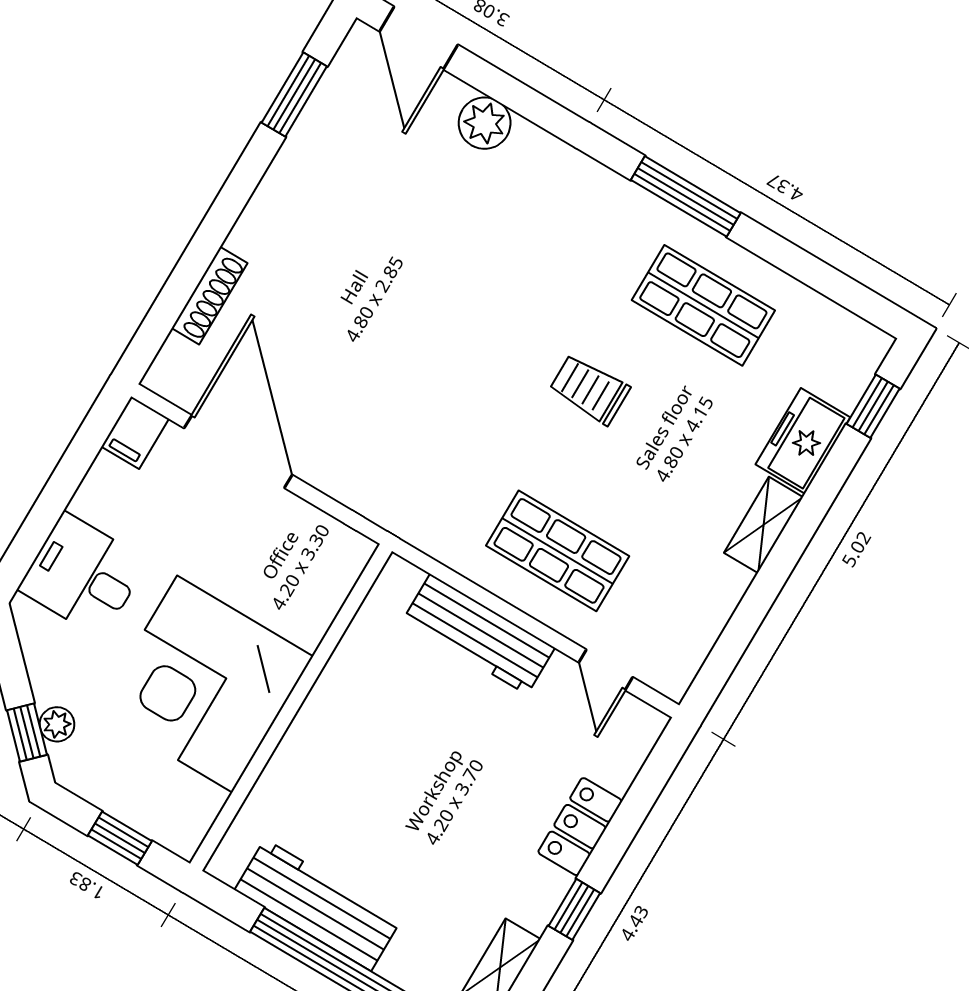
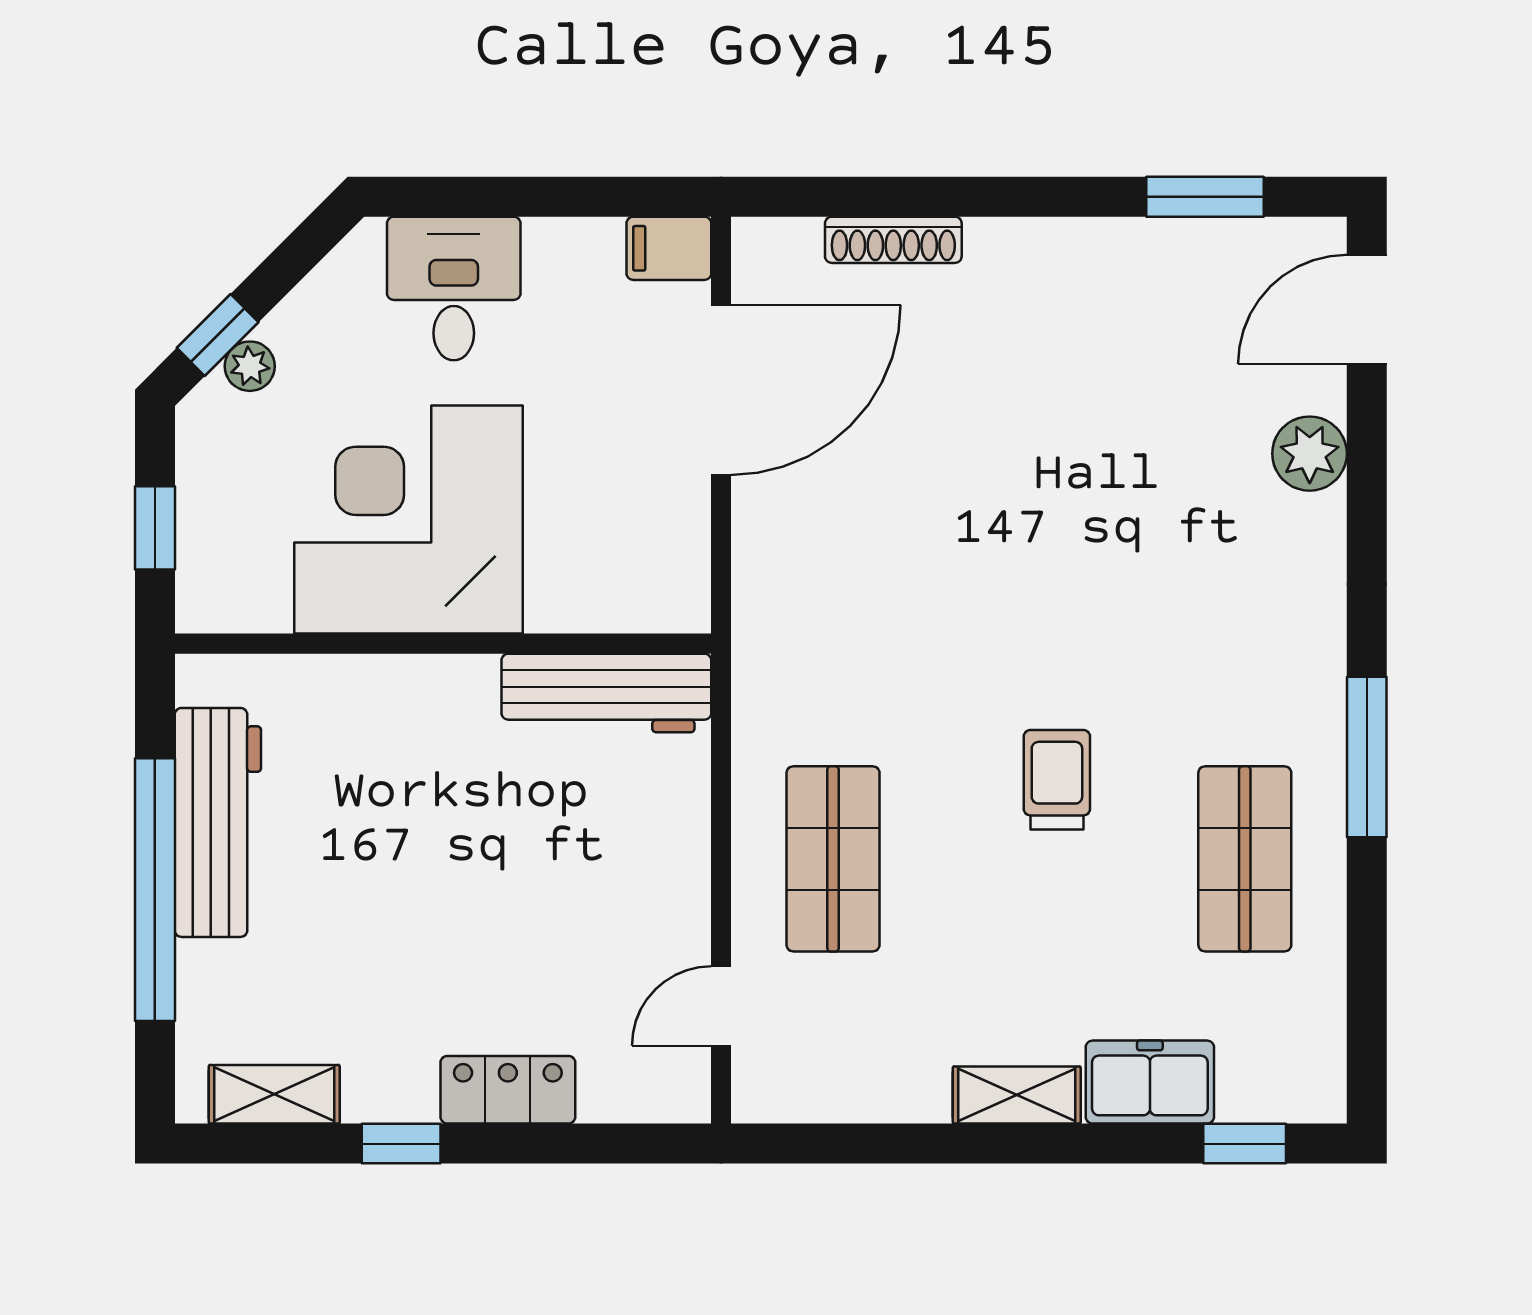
workbench: (479, 634) -> (606, 693), moved, turned -90

